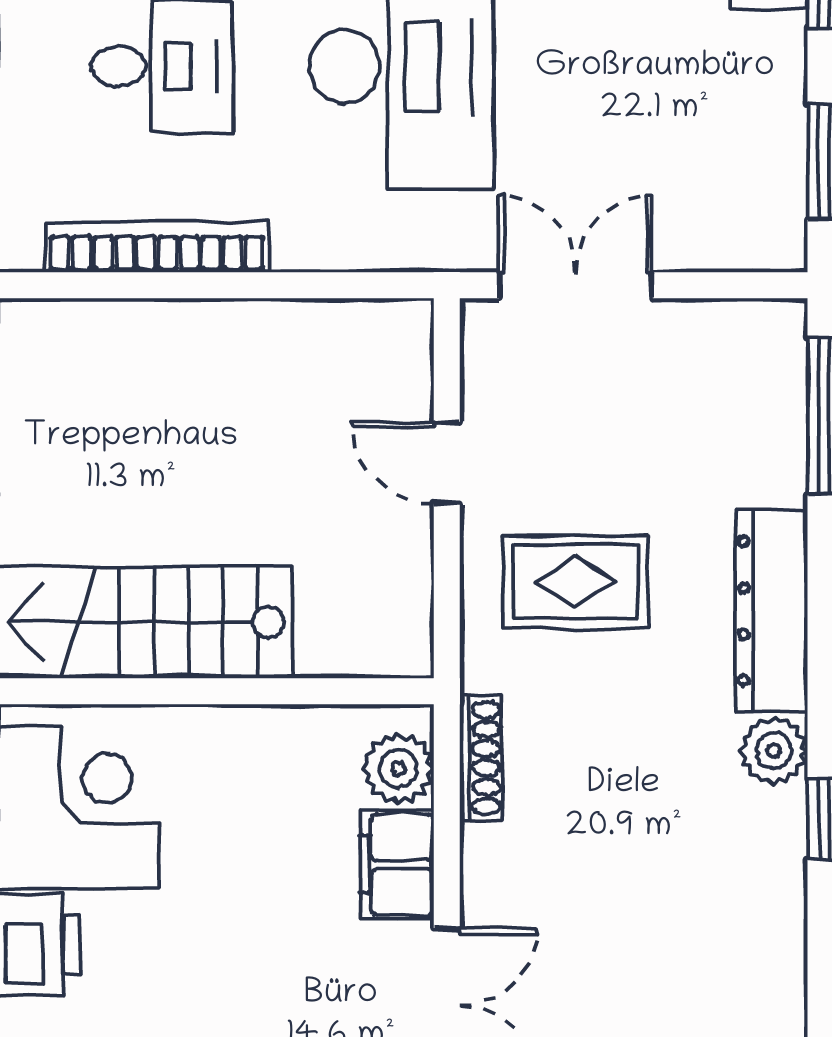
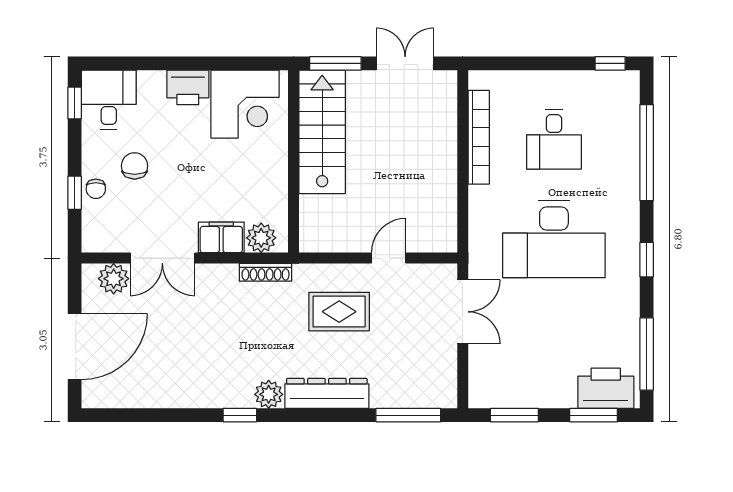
rug: (575, 582) -> (339, 312), turned 90

